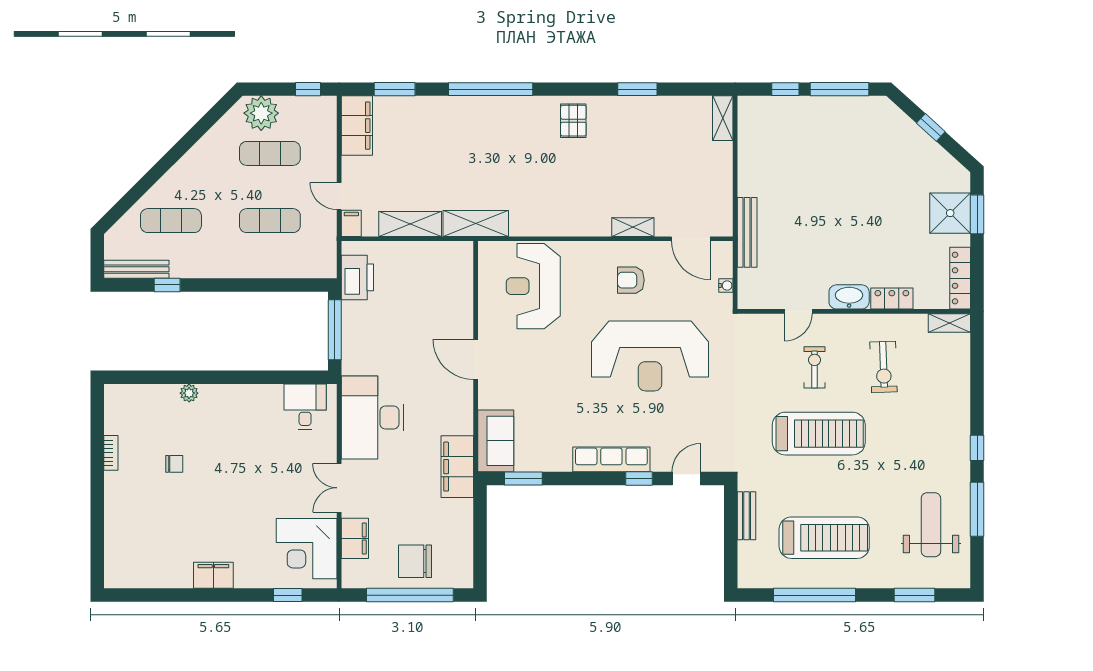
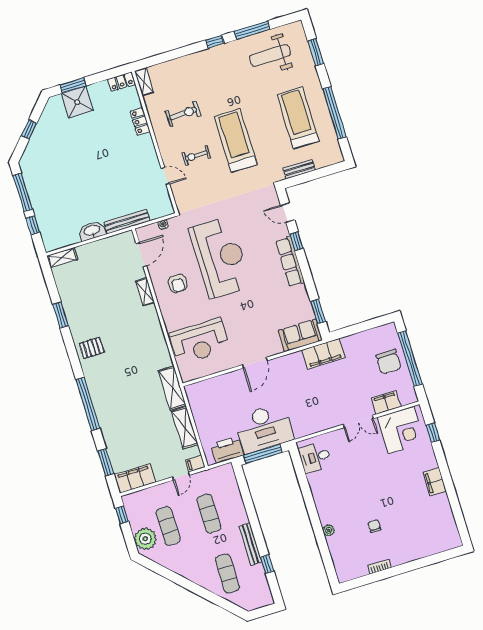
bench: (136, 269) -> (251, 544), moved
locker: (960, 278) -> (121, 82), width x0.66
washbasin: (849, 297) -> (92, 231), moved, turned 90
desk: (373, 417) -> (264, 428), moved

